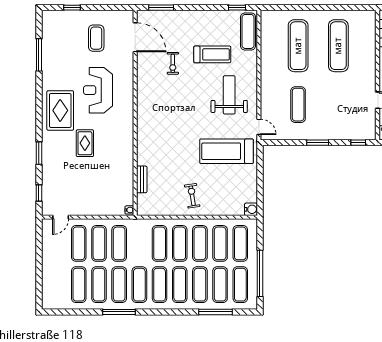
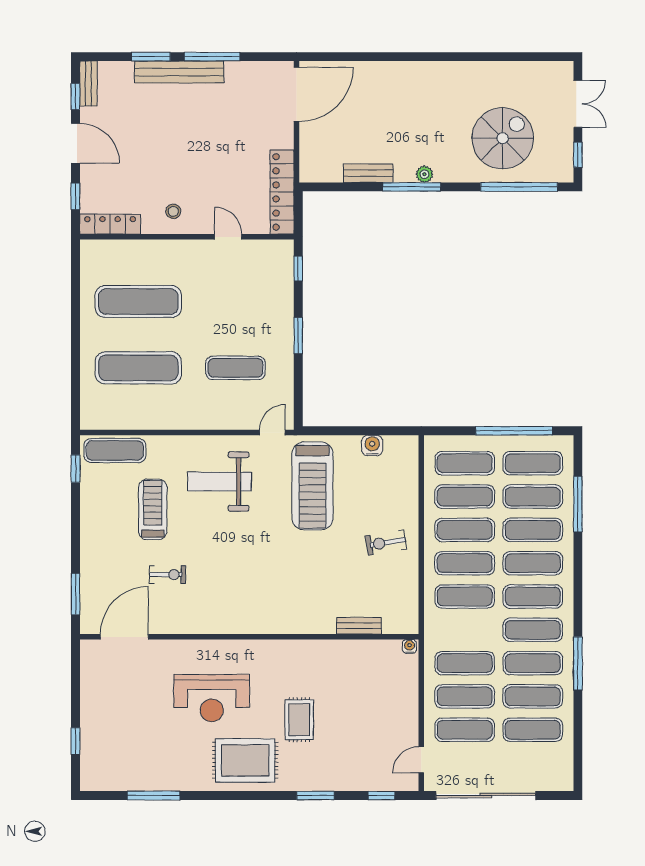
coffee table: (96, 38) -> (126, 701), removed
rug: (85, 143) -> (299, 720), turned 90
water cooler: (251, 209) -> (372, 445), moved
door: (61, 217) -> (421, 760), swing flipped
sliding door: (39, 256) -> (486, 796), added

